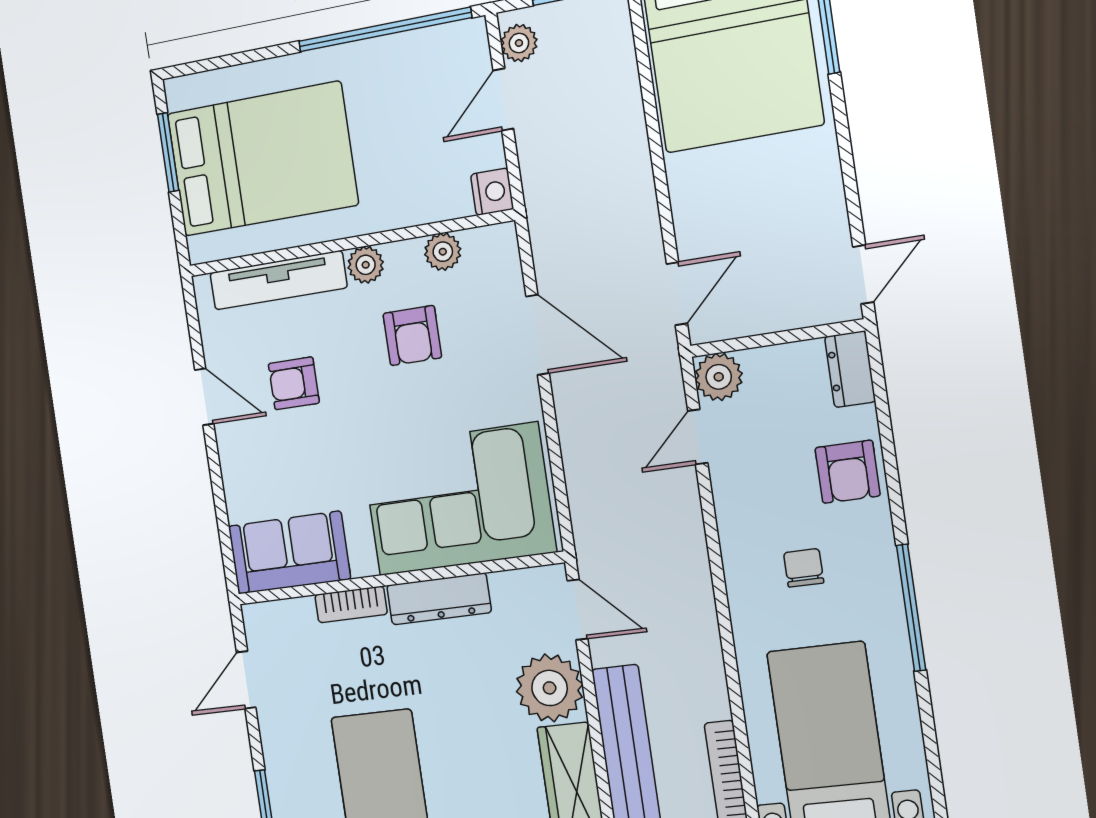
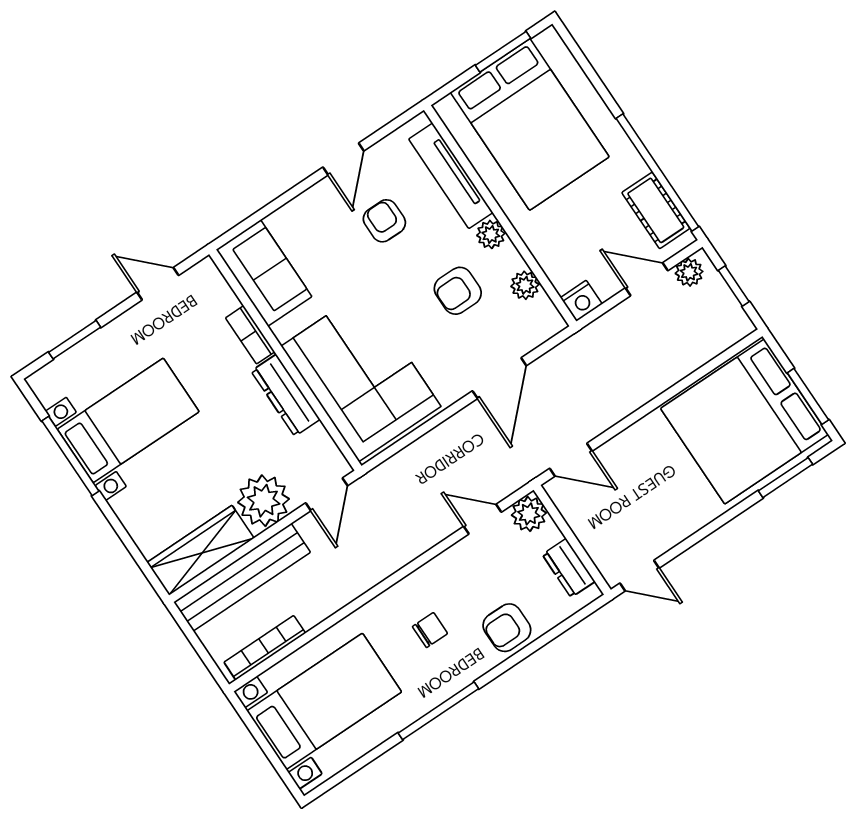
cot: (428, 51) -> (656, 210), added
dresser: (850, 369) -> (569, 568), moved, turned -90

